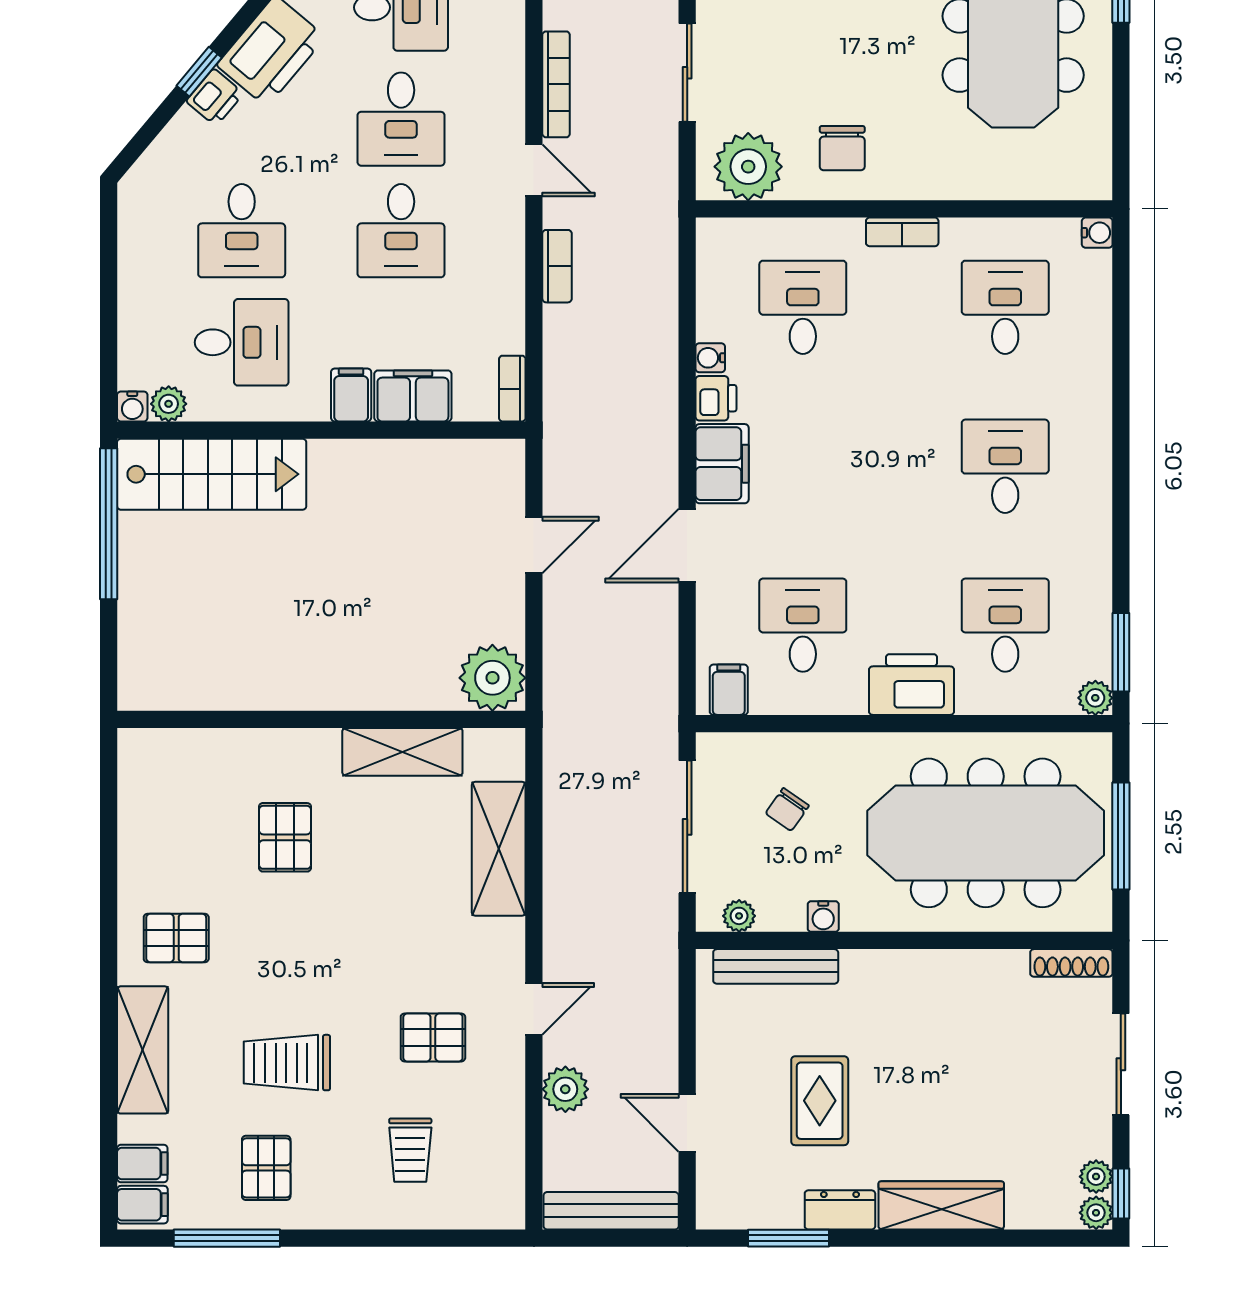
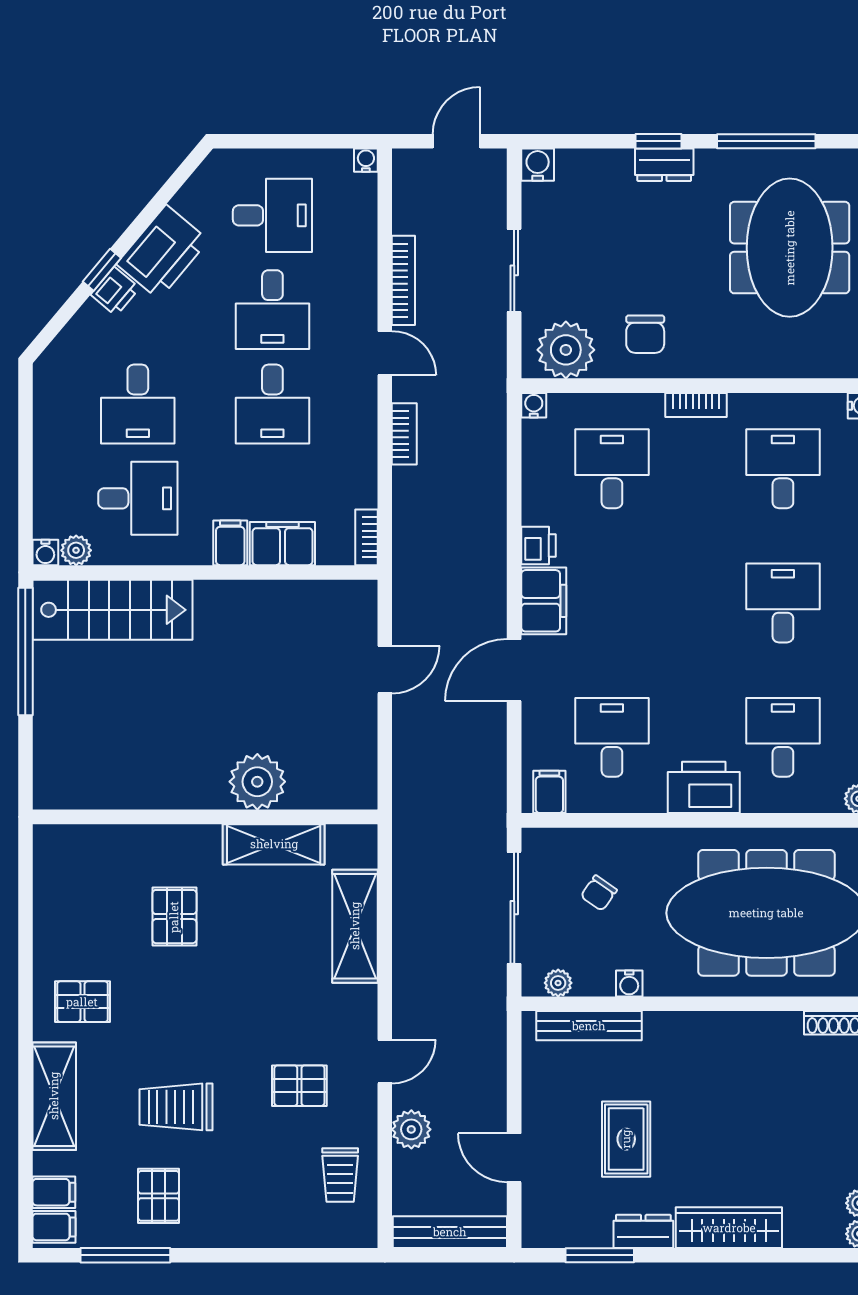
water cooler: (710, 358) -> (534, 405), moved, turned 90
plant: (492, 678) -> (257, 782), moved
trolley: (410, 1150) -> (340, 1175), moved

